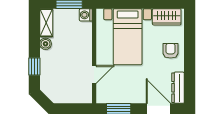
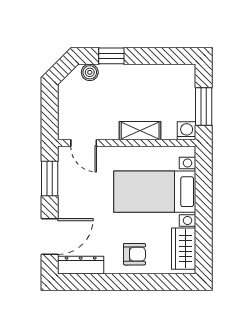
shelving: (46, 23) -> (140, 131), moved
boiler: (46, 44) -> (90, 72), moved
door: (94, 74) -> (84, 143), moved

